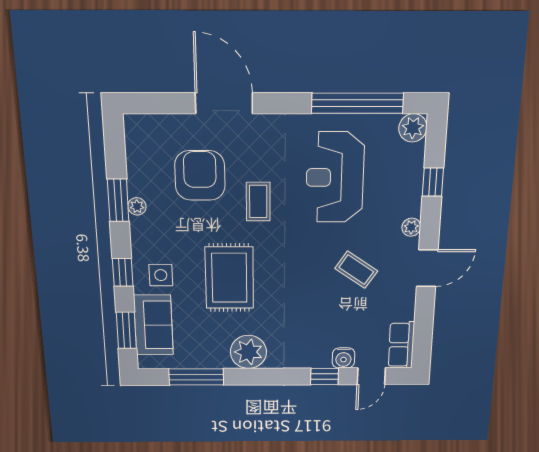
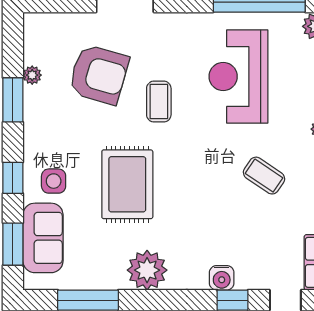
armchair: (200, 176) -> (99, 74), turned 106
plant: (137, 206) -> (32, 75), moved
water cooler: (343, 358) -> (222, 278), moved

